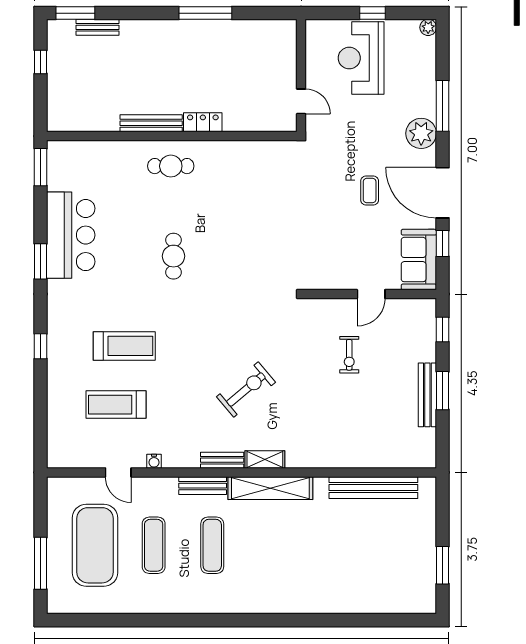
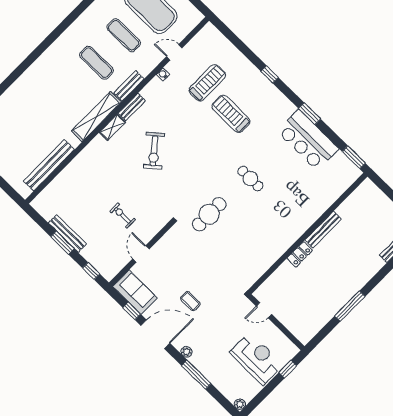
window: (372, 13) -> (288, 369), moved
plant: (421, 133) -> (187, 352), width x0.53, depth x0.53
cafe table: (171, 166) -> (209, 214), moved, width x1.37, depth x1.35
treadmill: (124, 346) -> (231, 114), turned 90

